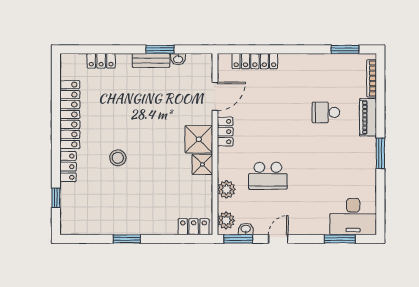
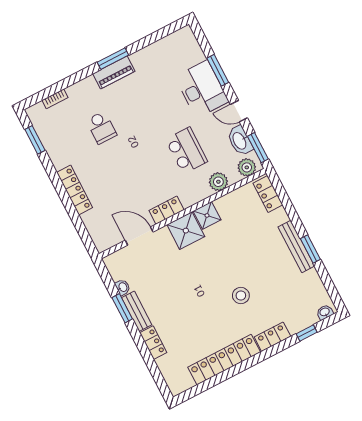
locker: (101, 61) -> (153, 343), moved
locker: (255, 61) -> (75, 190), moved
bookcase: (372, 78) -> (55, 99), width x0.64
piano: (368, 117) -> (114, 72), moved
desk: (353, 217) -> (202, 89), moved
washbasin: (66, 223) -> (325, 312), added
bench: (135, 228) -> (296, 247), added
washbasin: (246, 229) -> (240, 141), width x1.91, depth x1.45
window: (340, 239) -> (218, 70), moved

